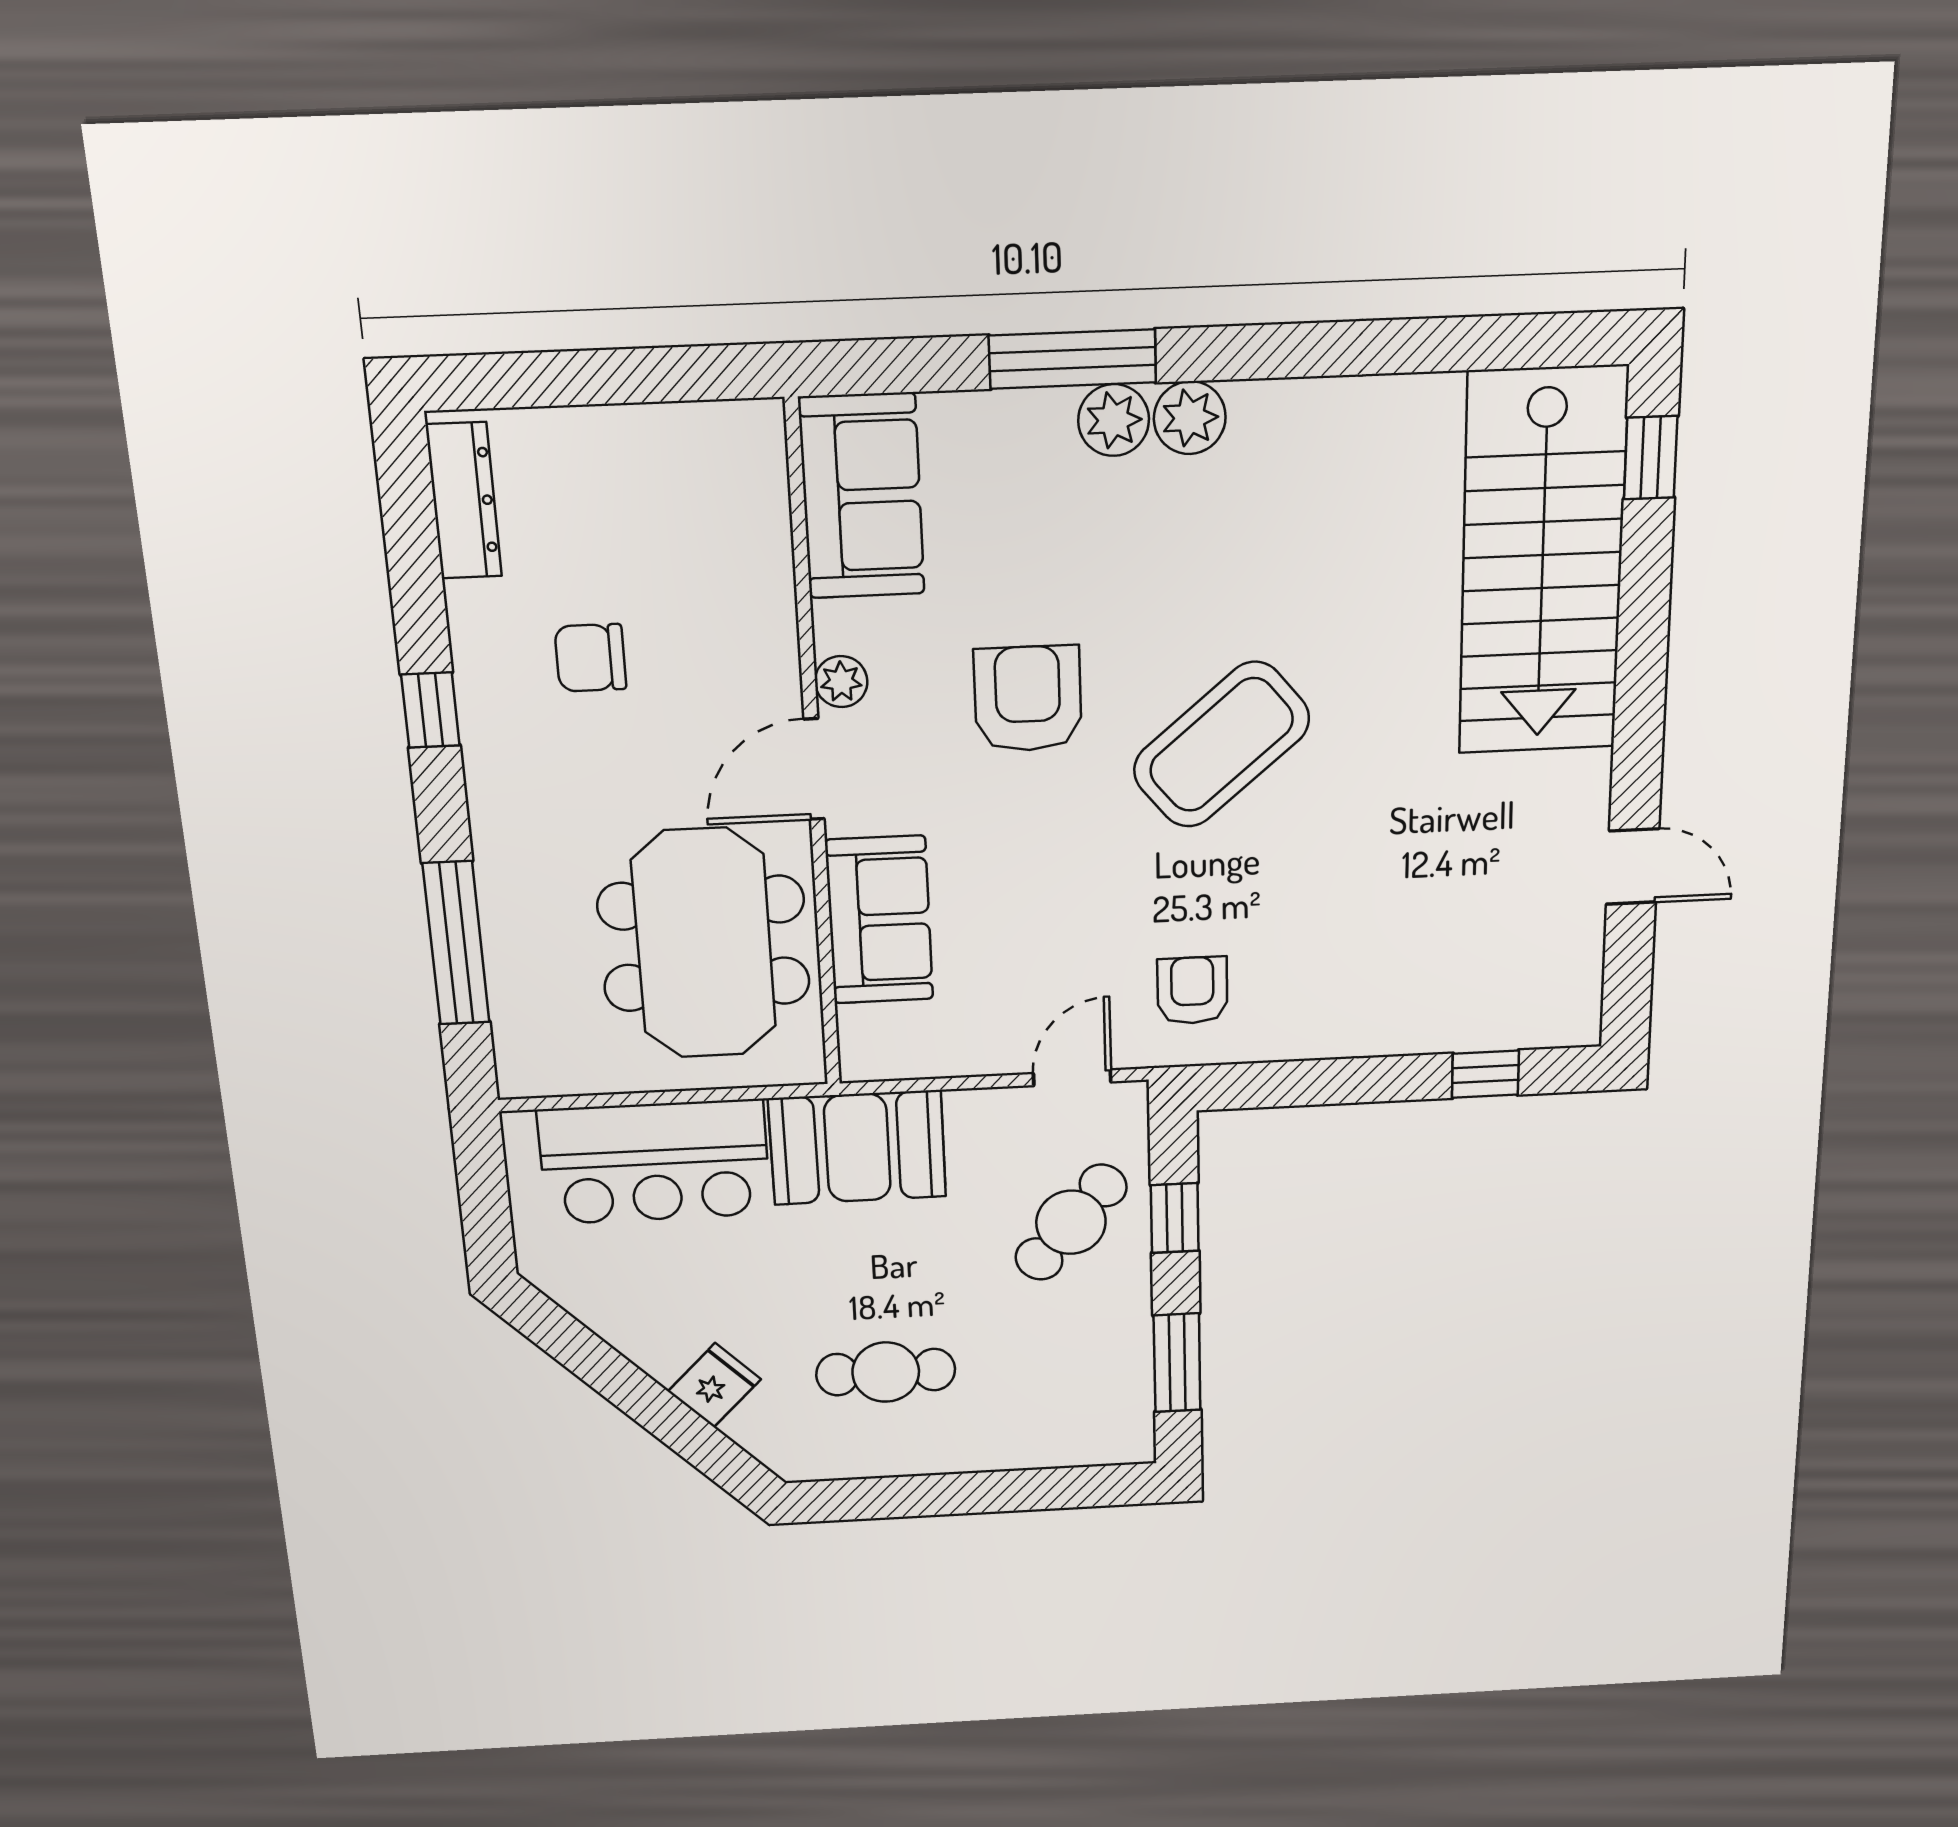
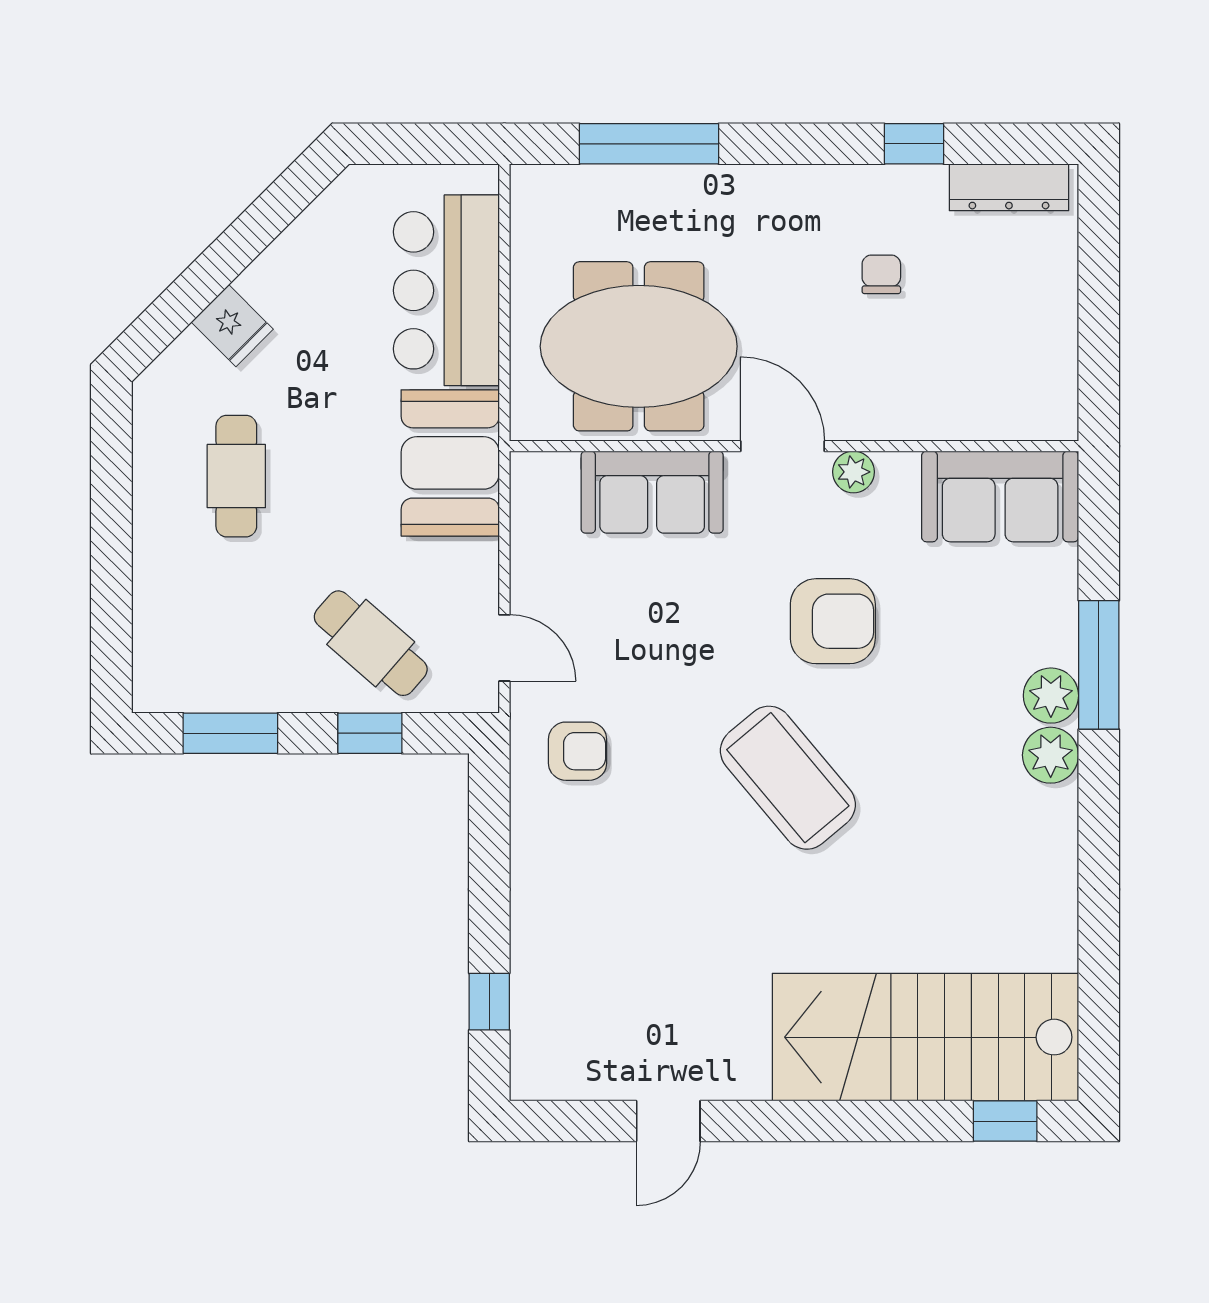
chair: (590, 658) -> (881, 274), width x0.73, depth x0.73
window: (430, 710) -> (914, 144), moved

